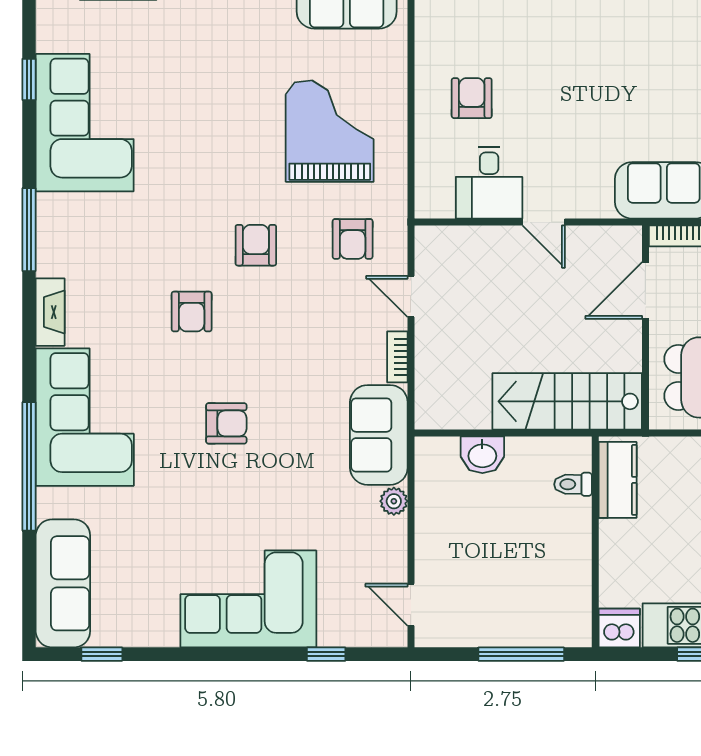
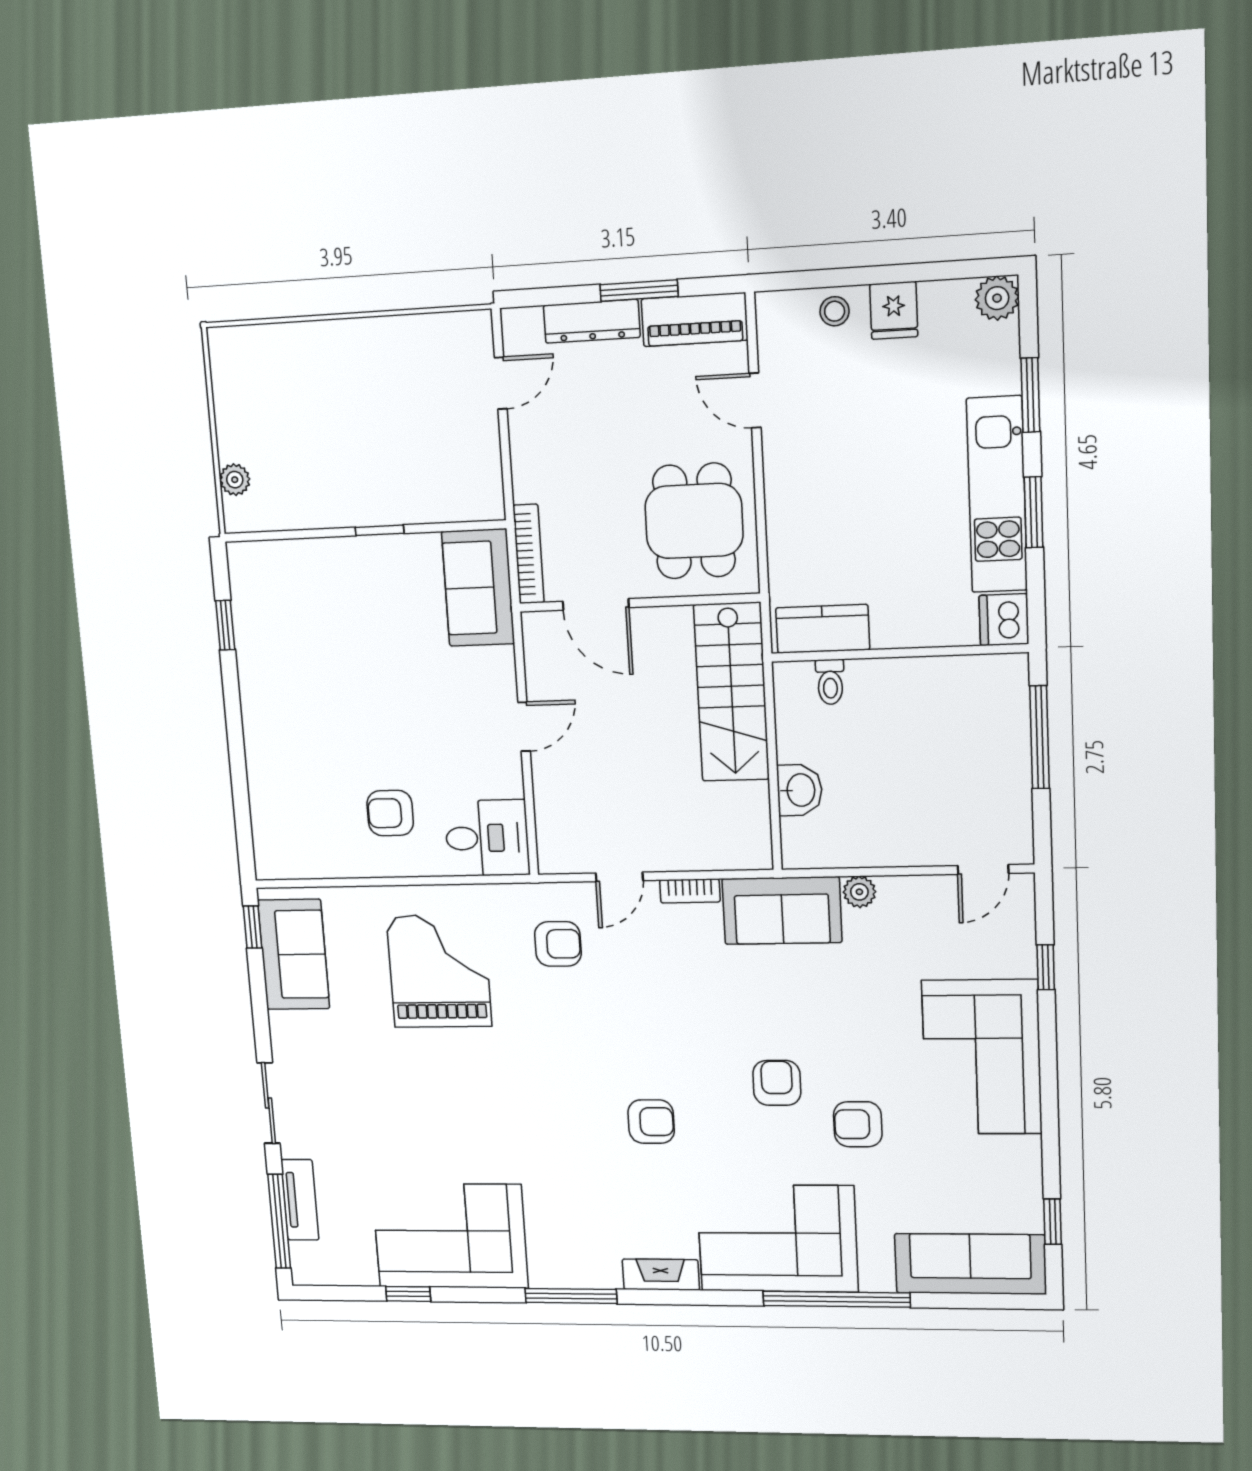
grand piano: (330, 131) -> (439, 971), turned 90
desk: (489, 183) -> (487, 838), moved
armchair: (256, 245) -> (858, 1124), moved

